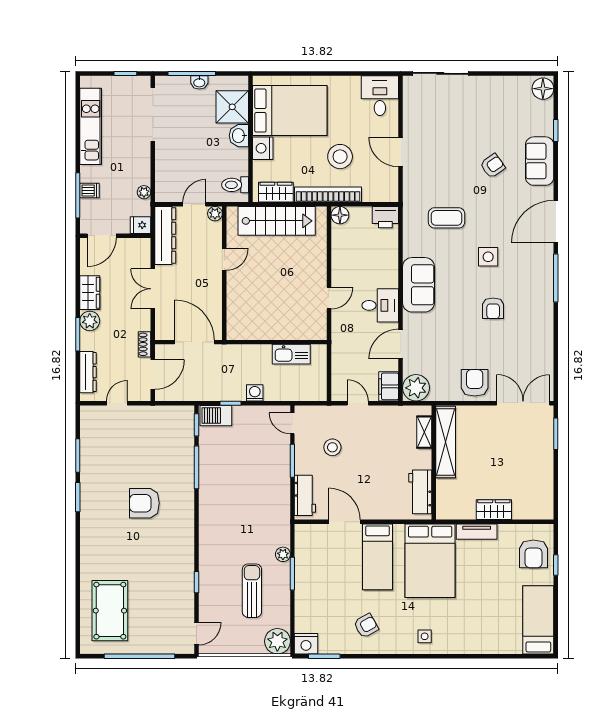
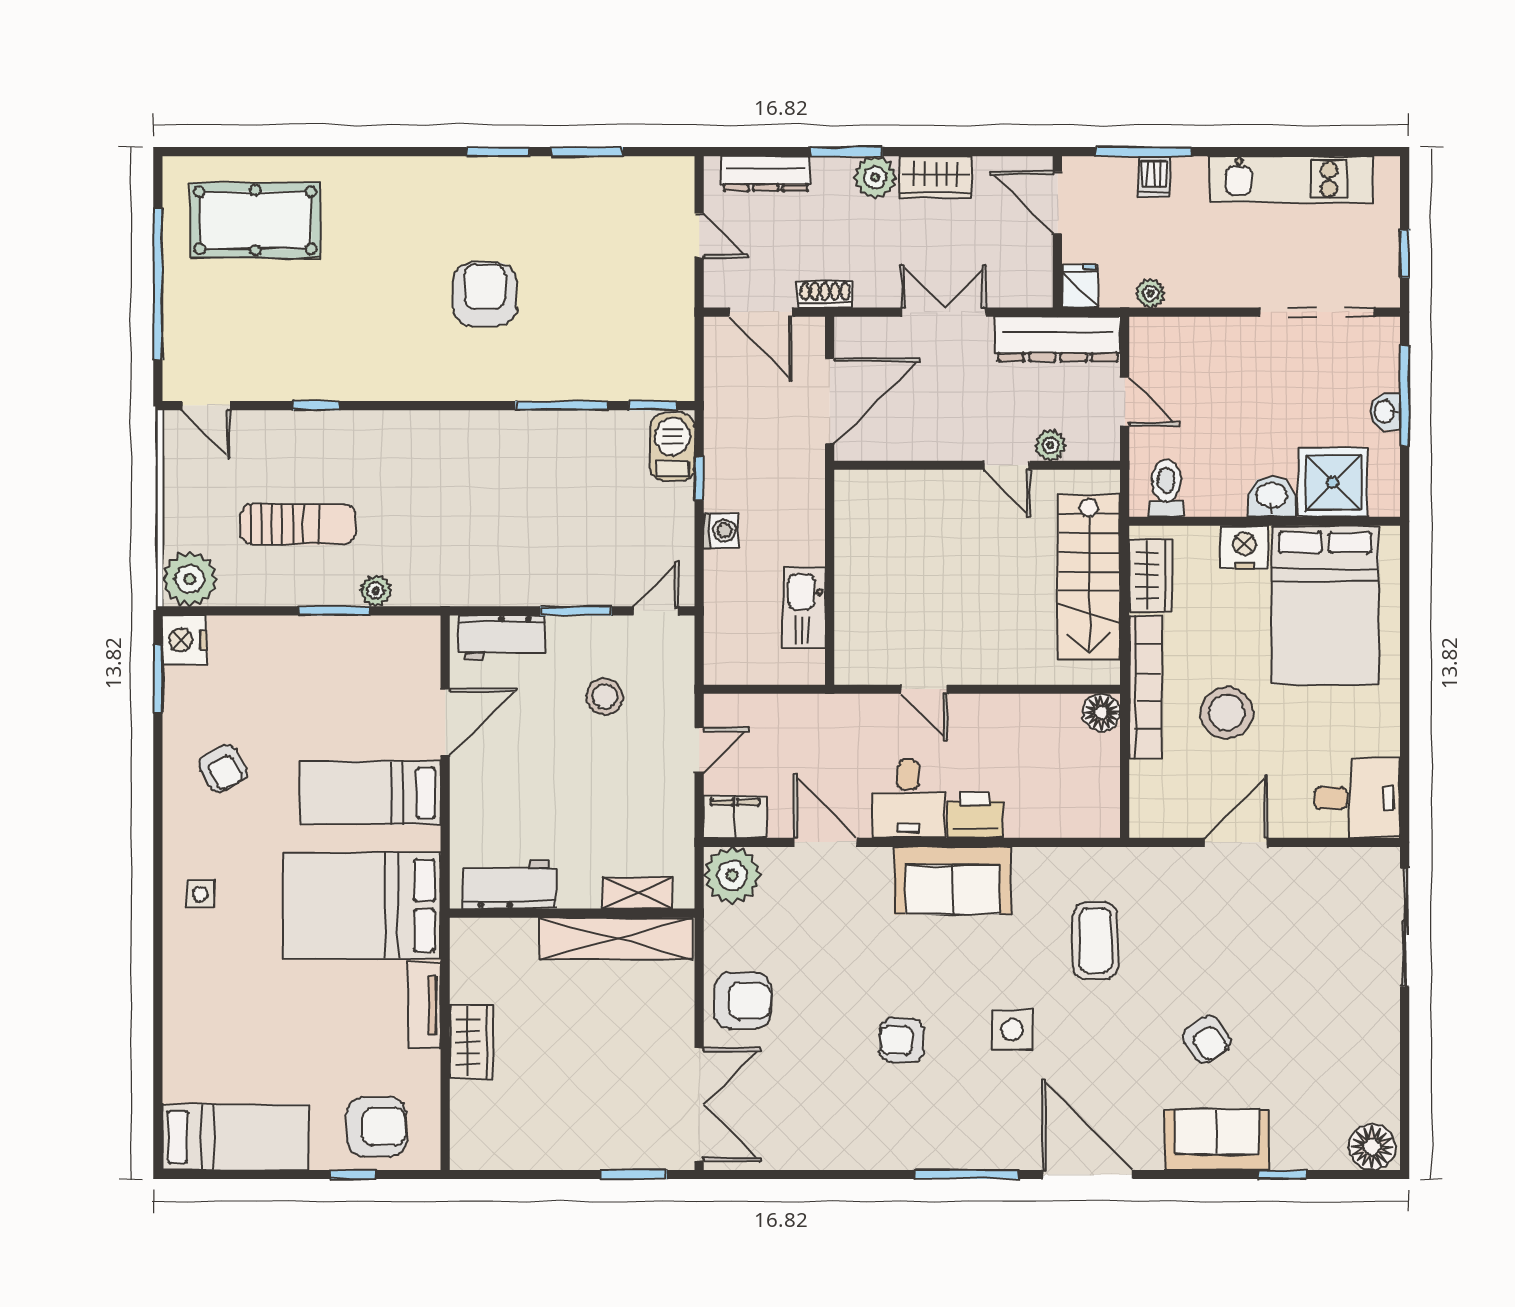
plant: (215, 214) -> (1050, 445), moved
printer: (385, 217) -> (975, 815), moved, turned 90
armchair: (533, 554) -> (377, 1127), turned 180

